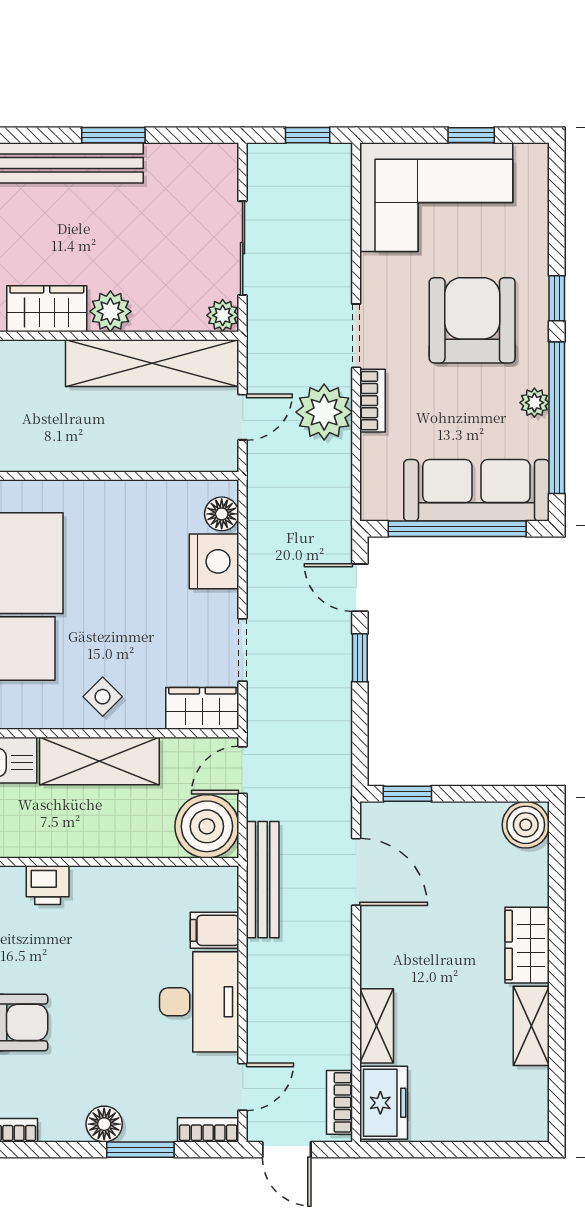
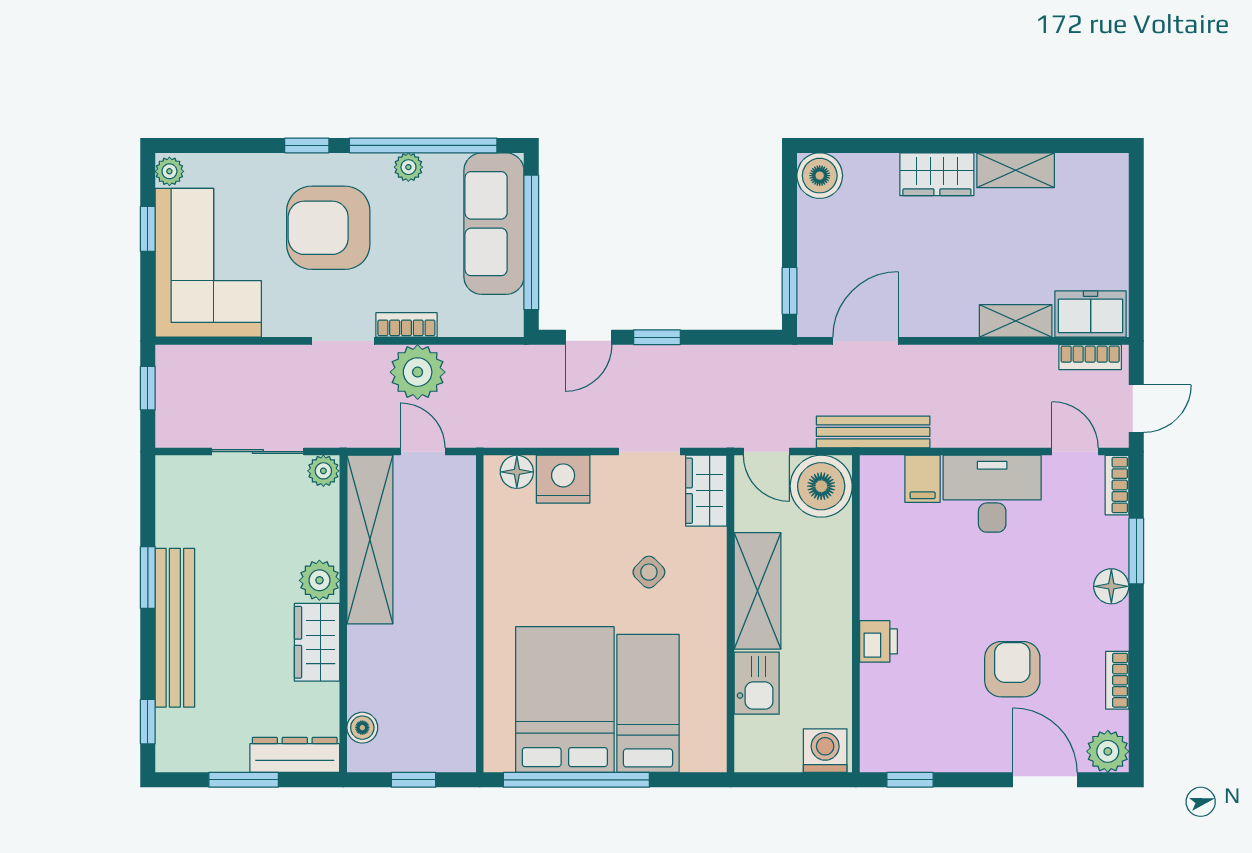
plant: (530, 157) -> (169, 171), added
side table: (103, 697) -> (649, 572), moved

